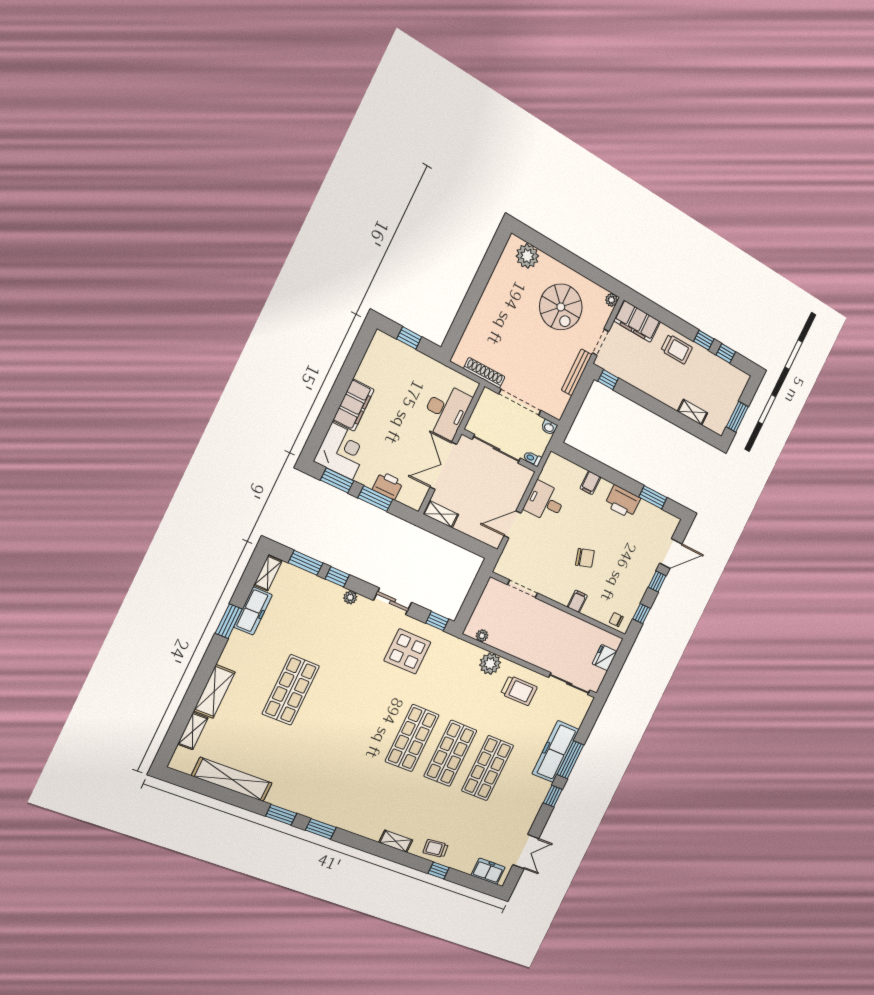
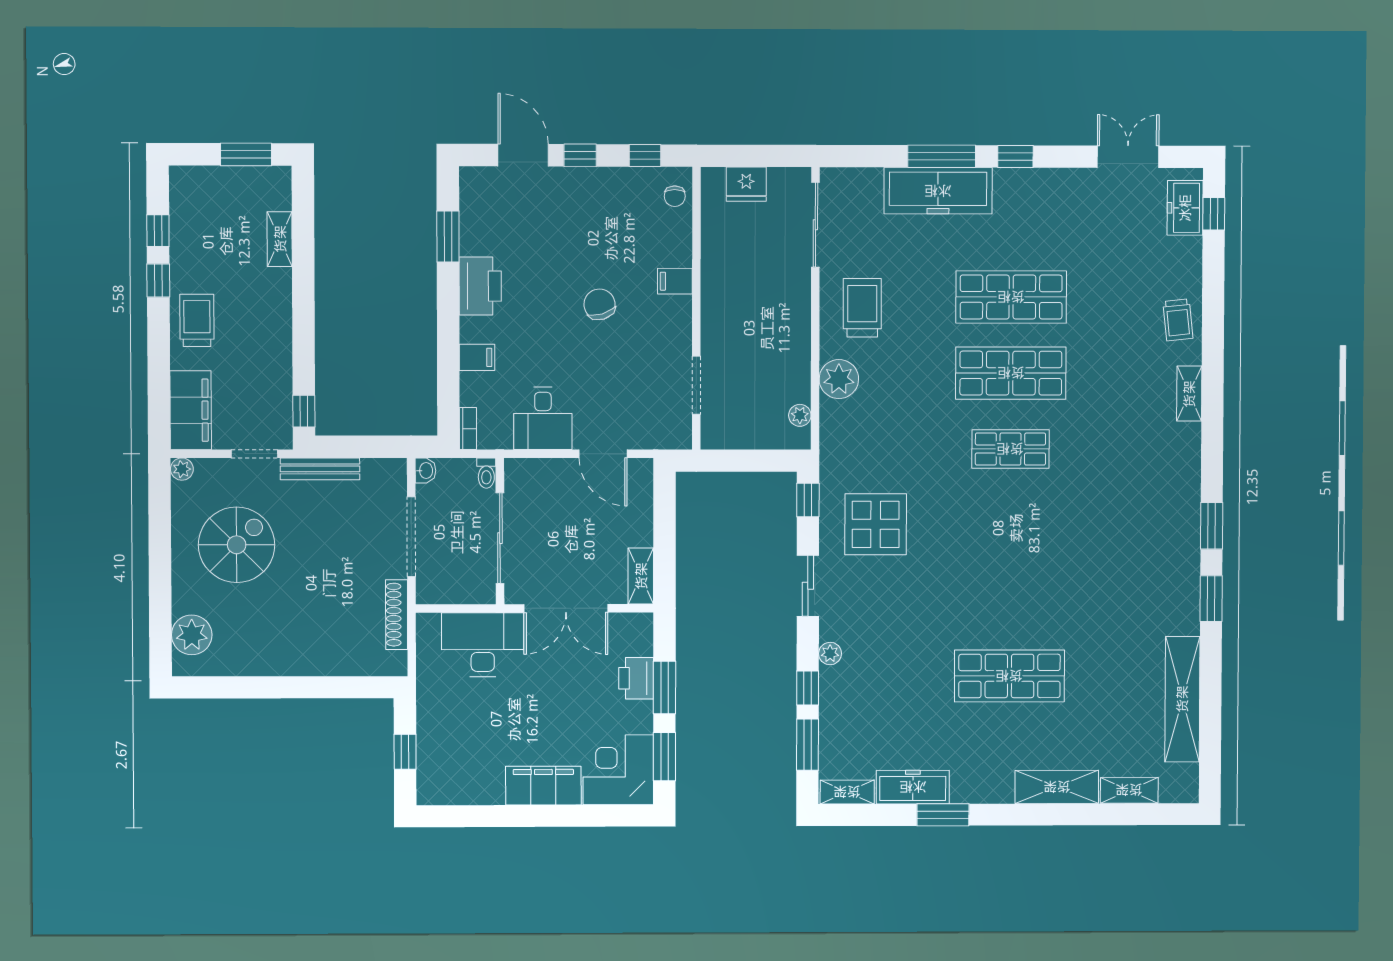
bookcase: (559, 460) -> (468, 429), added
shop shelf: (412, 738) -> (1010, 449), width x0.70, depth x0.74
window: (439, 870) -> (1214, 214), moved

